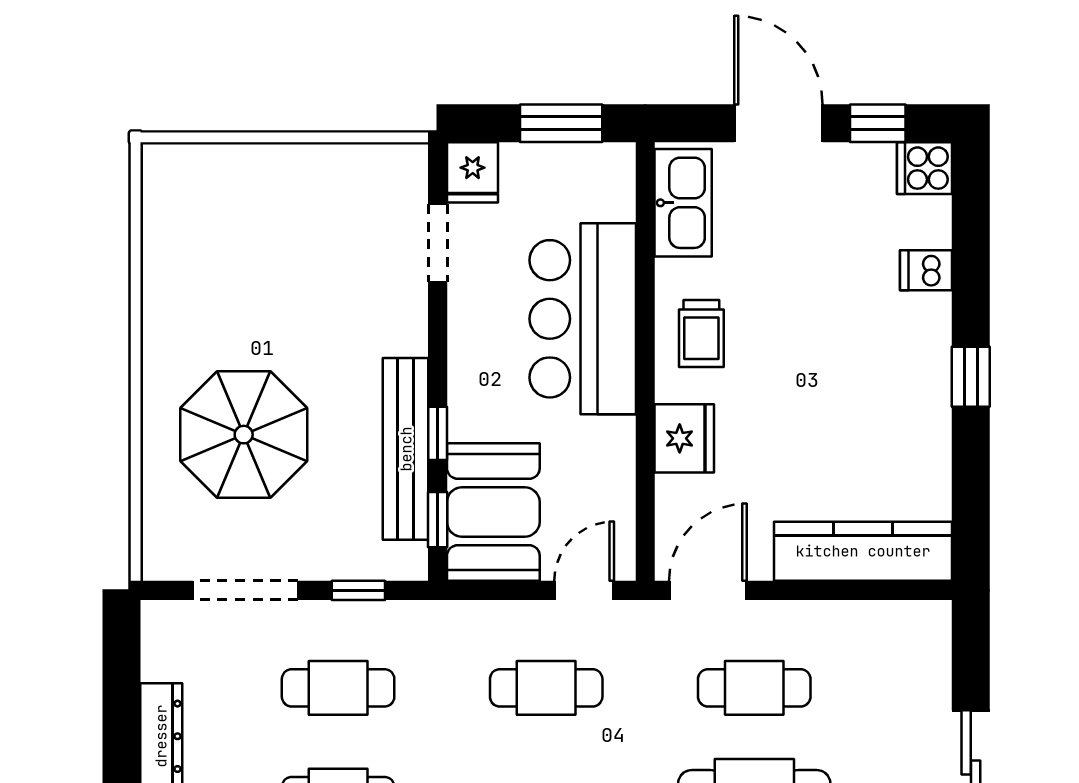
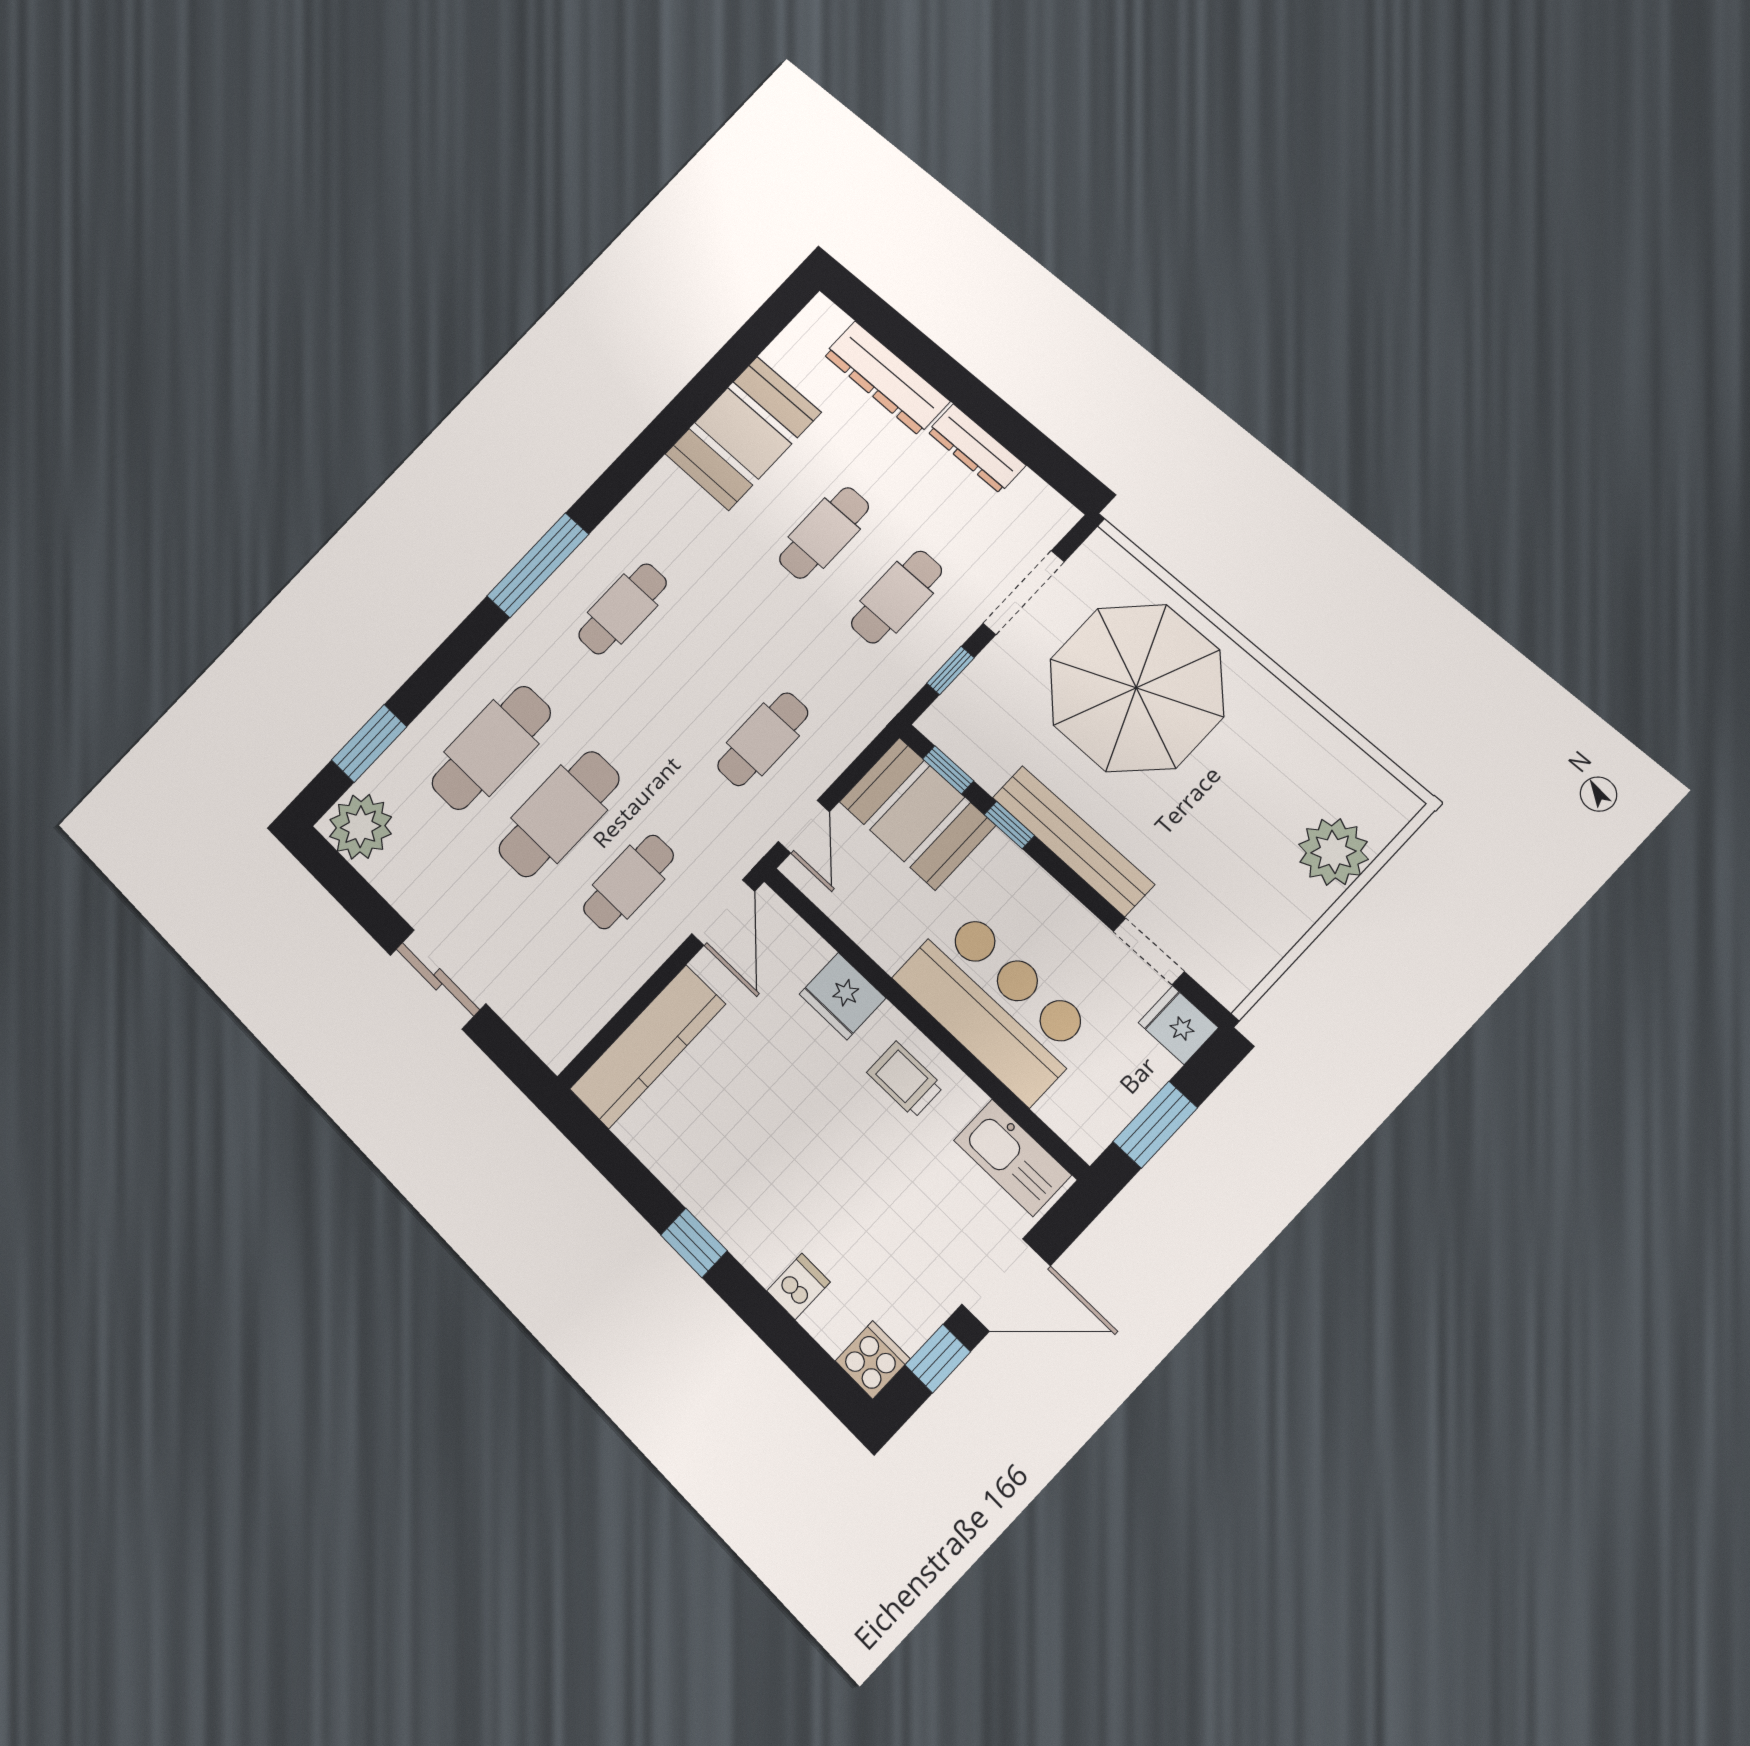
plant: (239, 177) -> (1333, 852), added
parasol: (244, 435) -> (1136, 688), width x1.36, depth x1.36
bench: (406, 449) -> (1073, 841), moved

